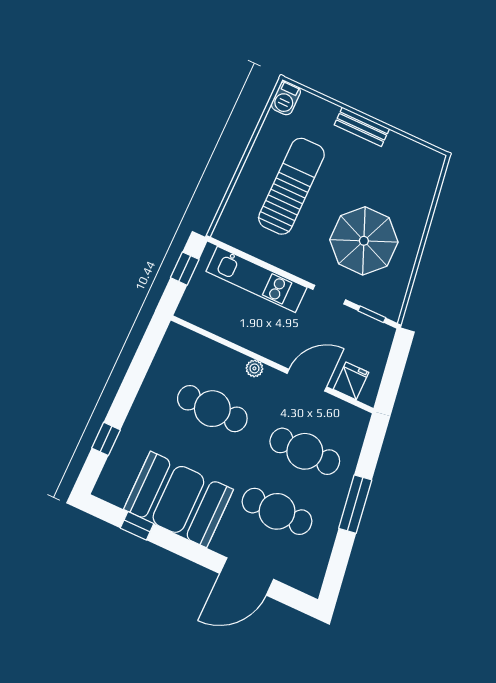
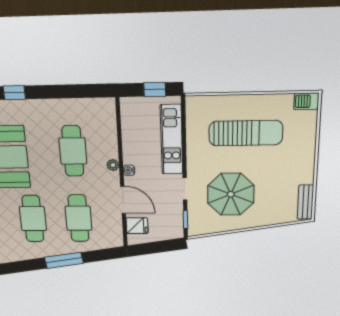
bench: (362, 127) -> (305, 202), moved
water cooler: (271, 352) -> (129, 170), added

